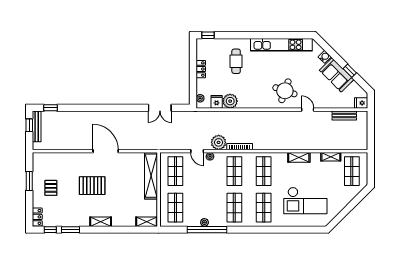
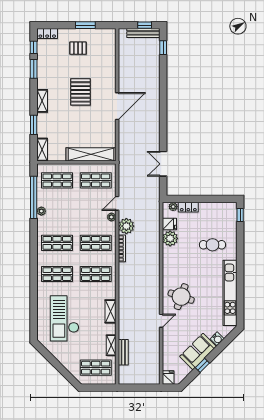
locker: (201, 69) -> (188, 207), moved
bench: (344, 116) -> (123, 352), moved
window: (123, 230) -> (34, 125), added
window: (207, 230) -> (34, 197), moved

